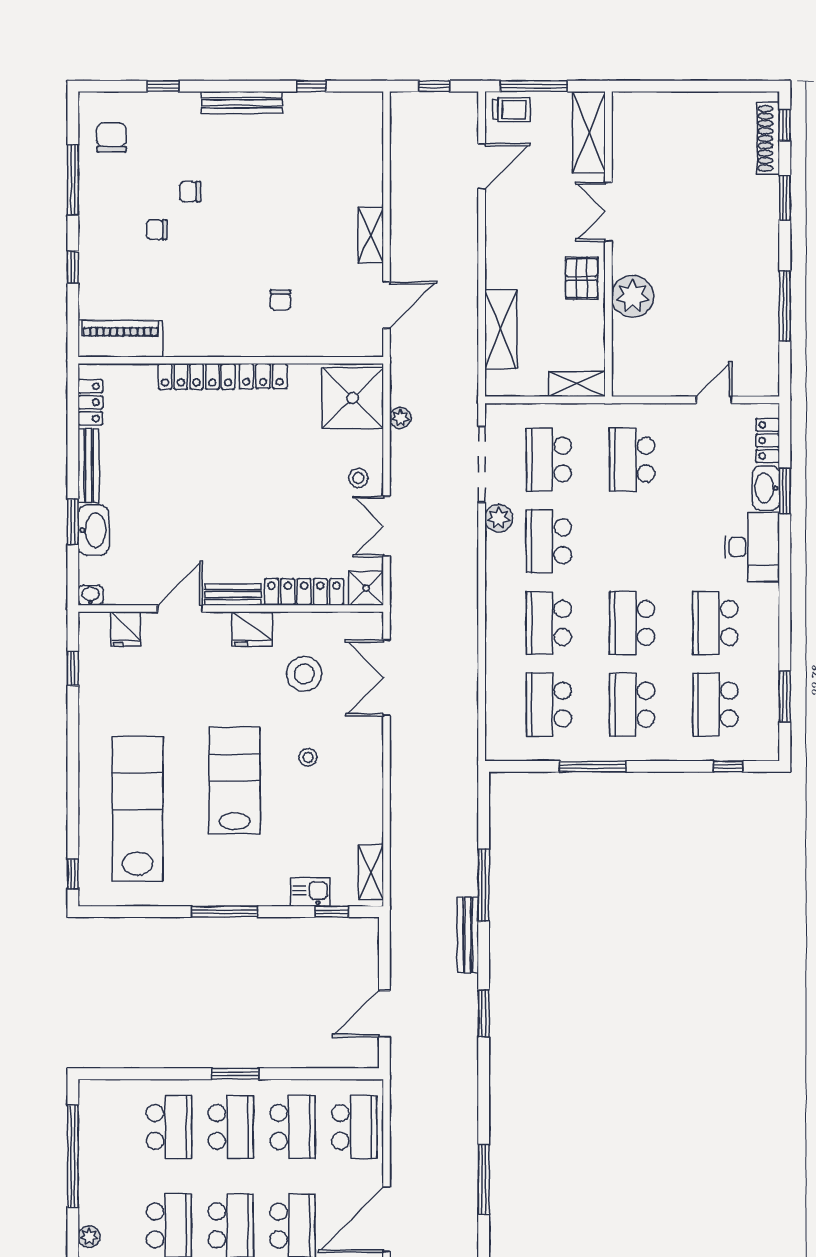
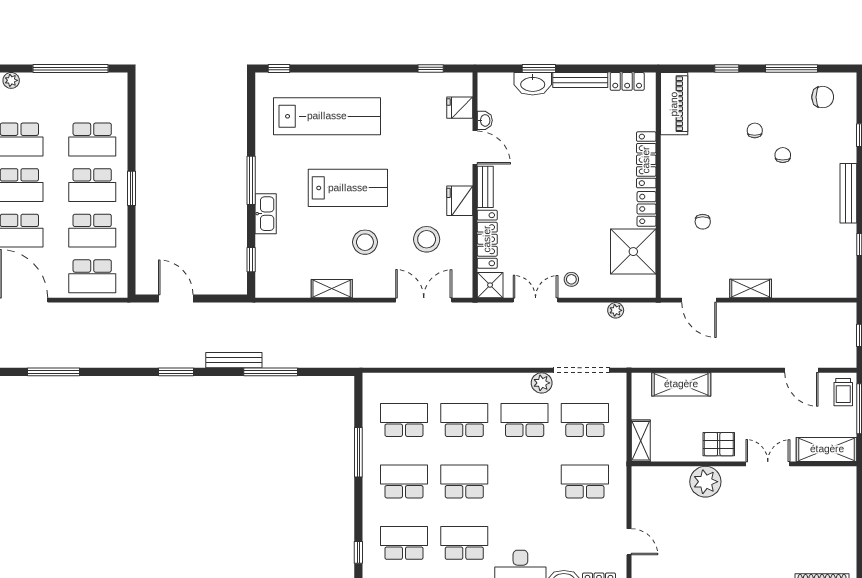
chair: (280, 300) -> (703, 222), turned -90
shower: (353, 398) -> (633, 252), moved
washbasin: (91, 595) -> (485, 120), moved
stool: (308, 757) -> (365, 242), width x1.89, depth x1.89
shelving: (371, 872) -> (332, 289), moved
kitchen sink: (310, 892) -> (266, 214), moved, width x1.38

